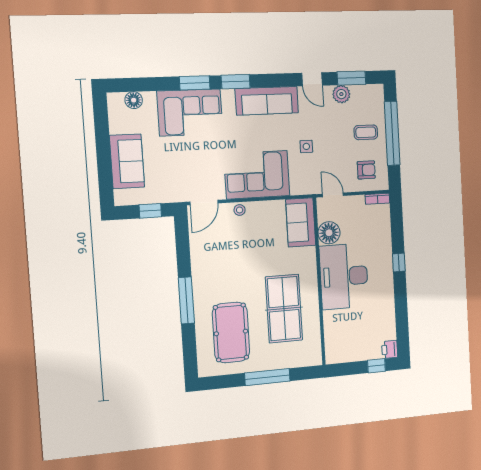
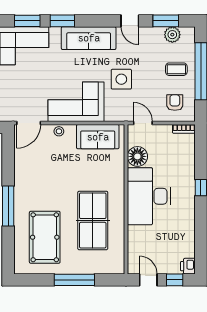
plant: (341, 94) -> (172, 35), moved
side table: (306, 146) -> (121, 79), width x1.87, depth x1.87
armchair: (366, 170) -> (175, 103), turned -90
sofa: (301, 222) -> (98, 137), moved, turned -90
door: (348, 369) -> (148, 280), added

